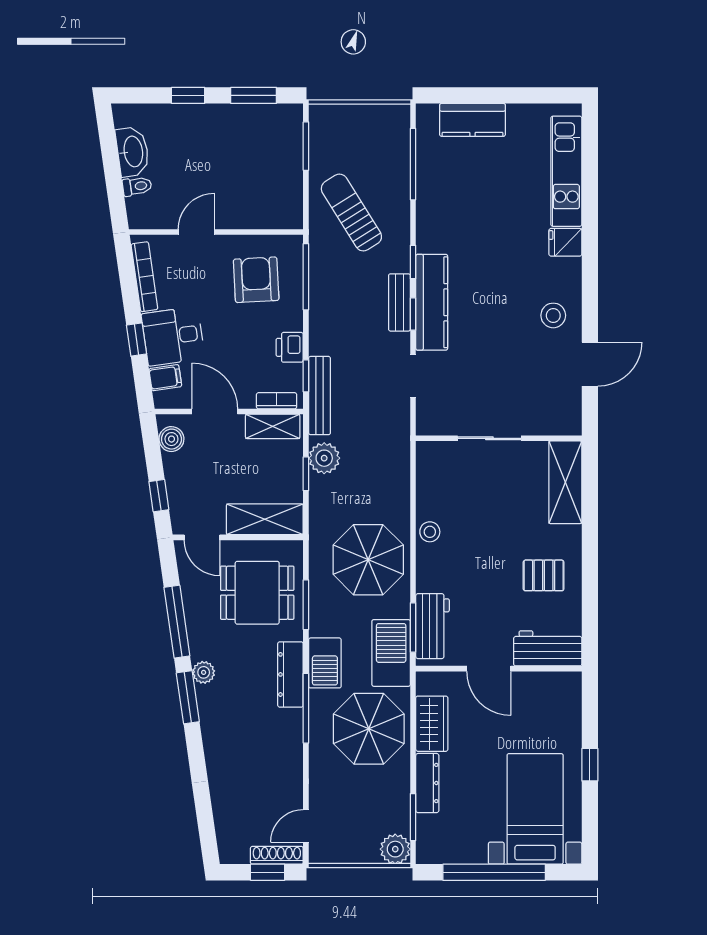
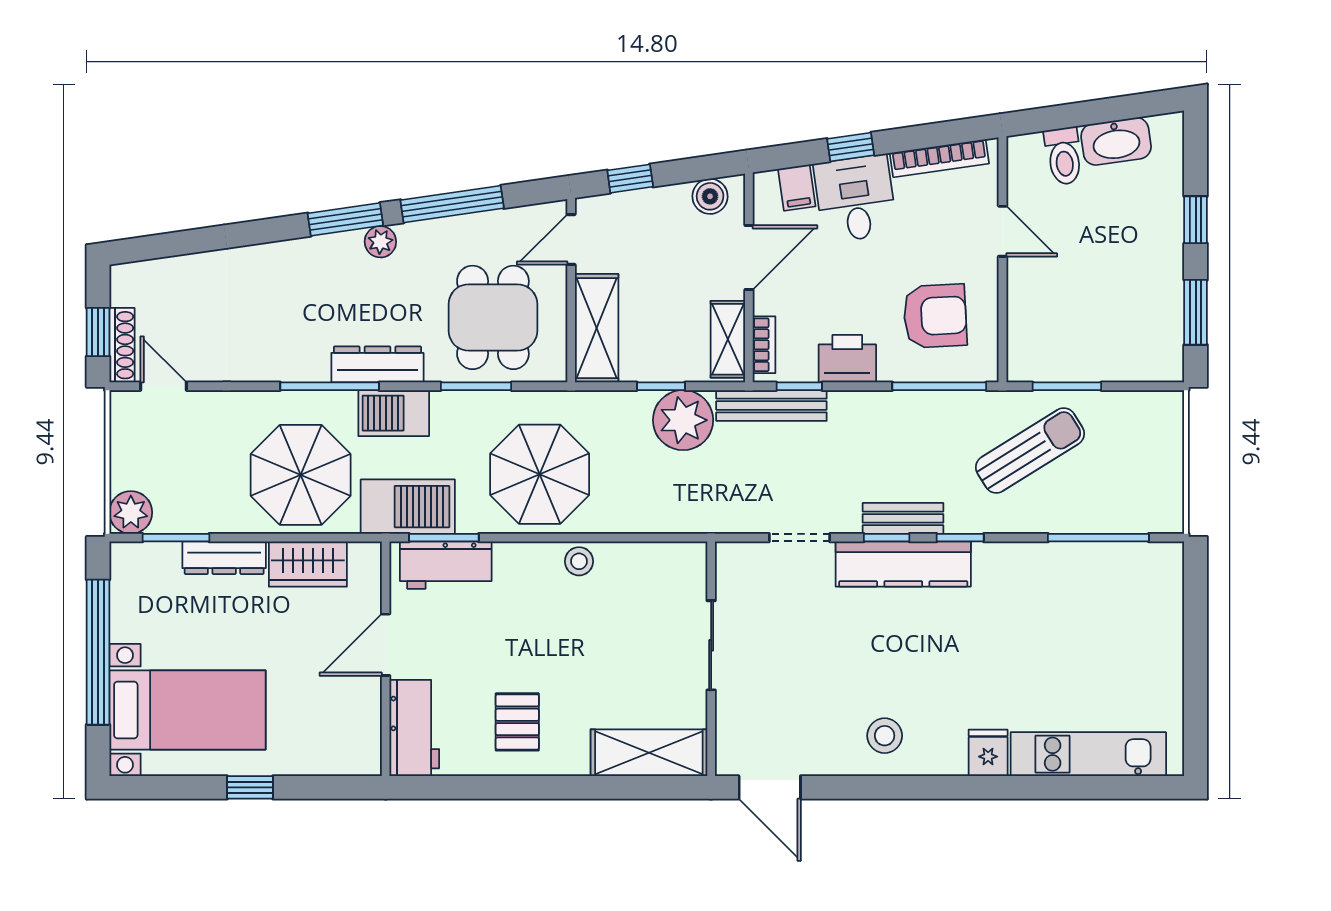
kitchen counter: (472, 120) -> (1161, 622), removed
window: (306, 146) -> (1067, 386), moved
toilet: (137, 186) -> (1064, 156), width x1.37, depth x1.39
printer: (290, 347) -> (847, 359), width x1.36, depth x1.24
door: (590, 364) -> (770, 787), moved
plant: (324, 458) -> (683, 420), width x1.36, depth x1.36

